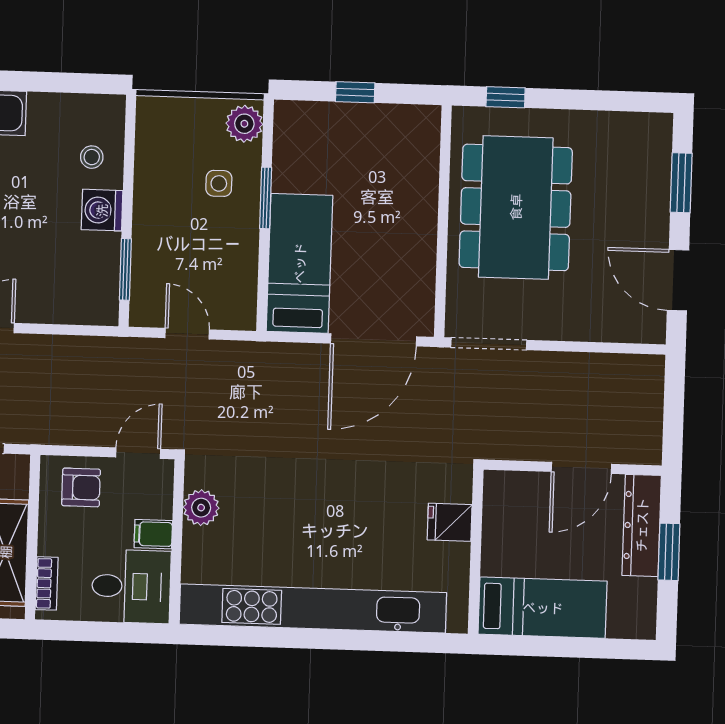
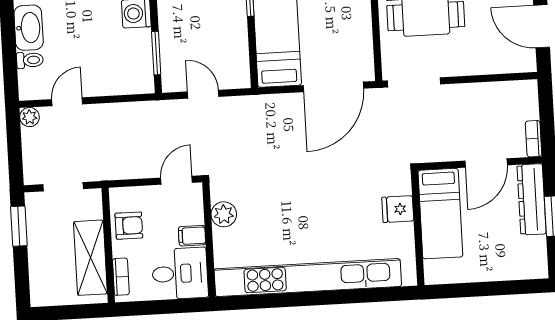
bookcase: (652, 439) -> (534, 139), added
armchair: (81, 487) -> (129, 226), moved
bed: (543, 608) -> (440, 214), moved, turned 90

